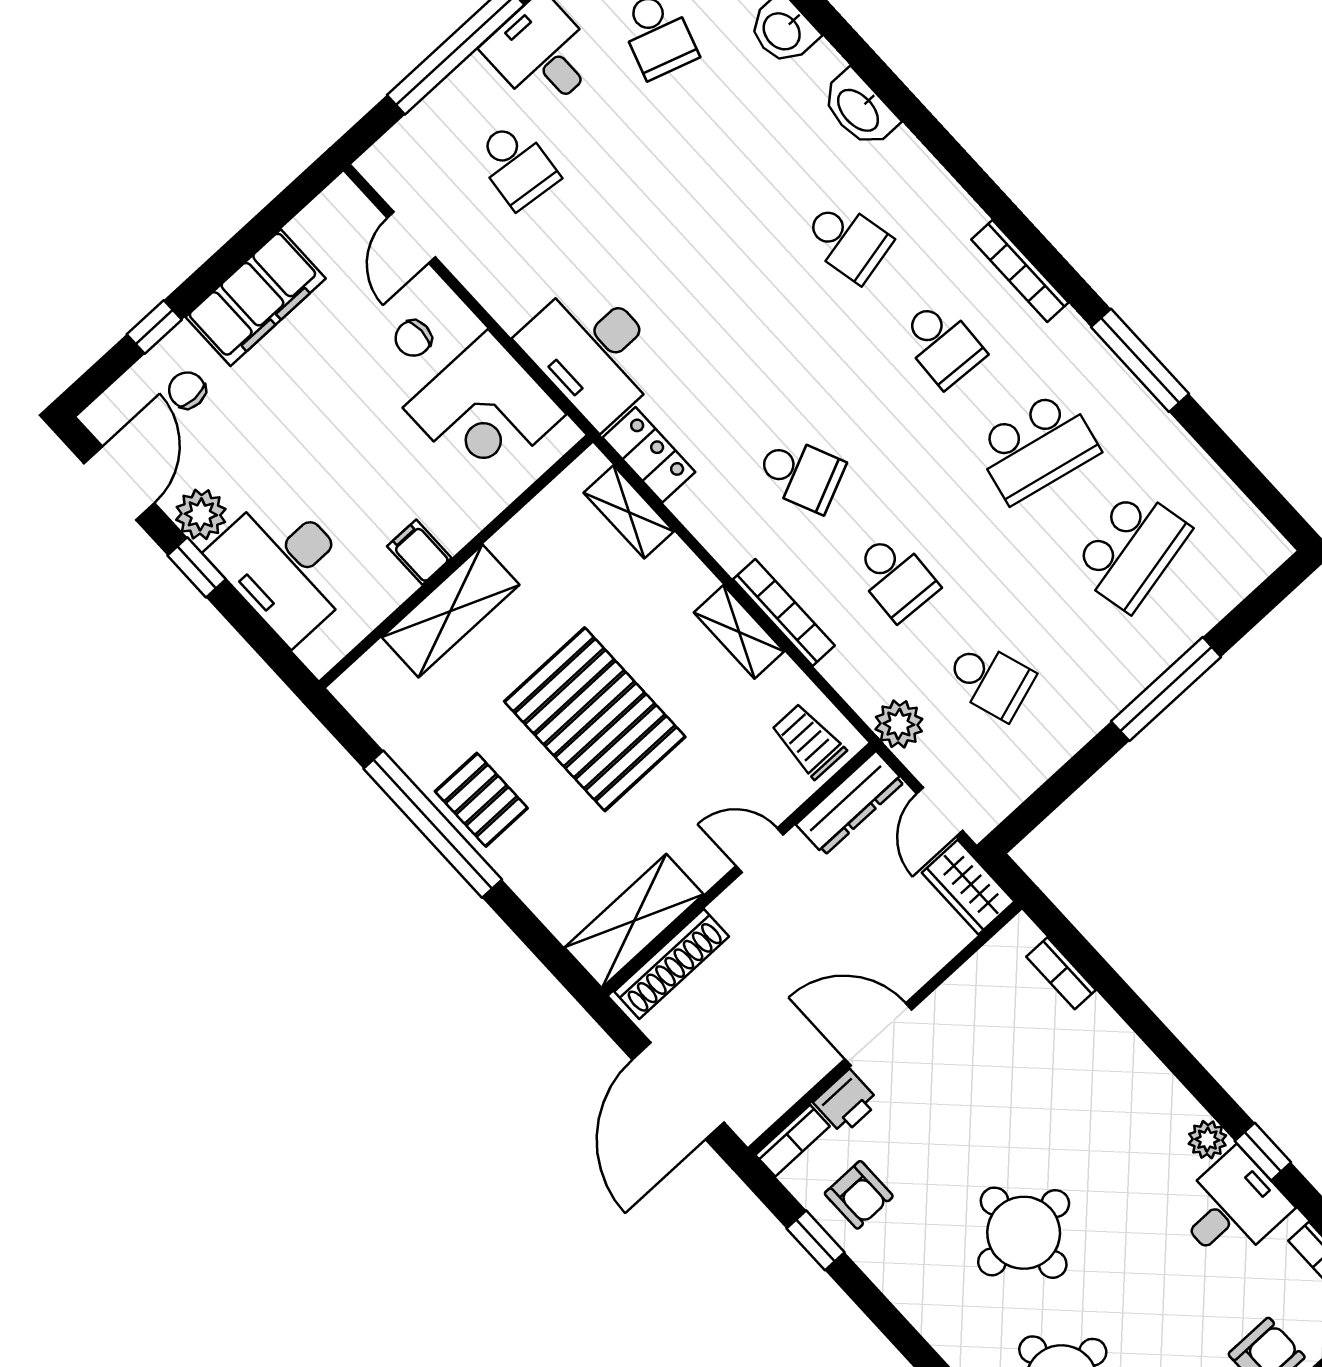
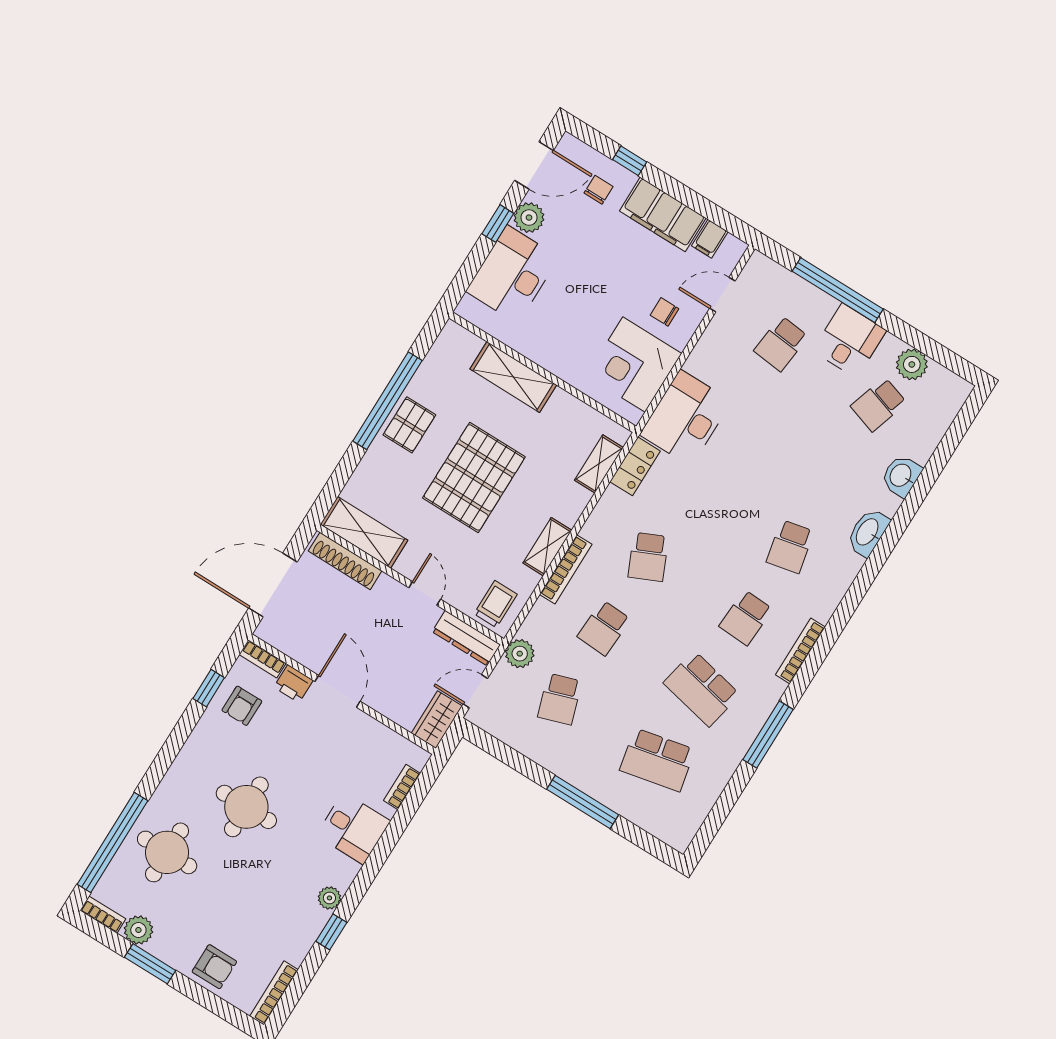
filing cabinet: (419, 552) -> (710, 239), moved, turned 180
desk: (1232, 1208) -> (353, 828), moved

